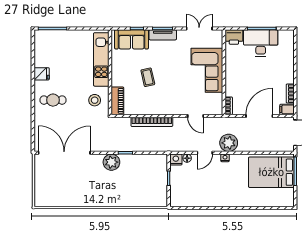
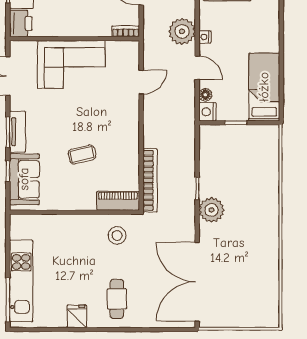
kitchen unit: (101, 59) -> (21, 281), moved, turned -90
bookcase: (152, 122) -> (150, 180), moved
bed: (192, 197) -> (264, 87), added

